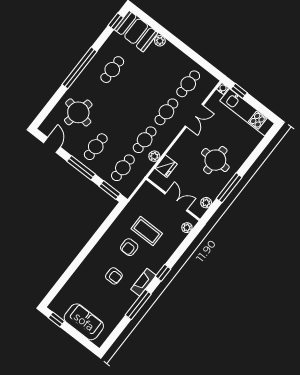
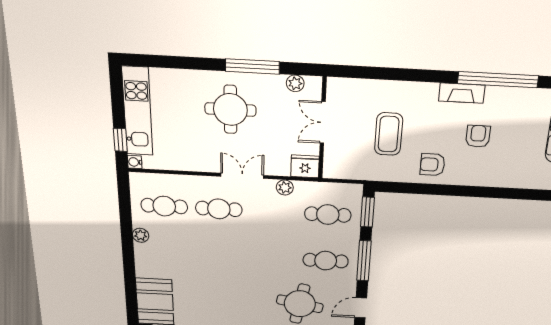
plant: (160, 41) -> (141, 235), moved
cafe table: (112, 70) -> (220, 299), removed
double door: (194, 116) -> (242, 176), moved
cafe table: (145, 140) -> (273, 212), removed
fridge: (166, 166) -> (305, 166), moved
plant: (187, 228) -> (347, 86), removed
armchair: (129, 247) -> (432, 165), moved, turned 180
window: (163, 273) -> (431, 76), removed
window: (138, 305) -> (498, 80), width x1.46

